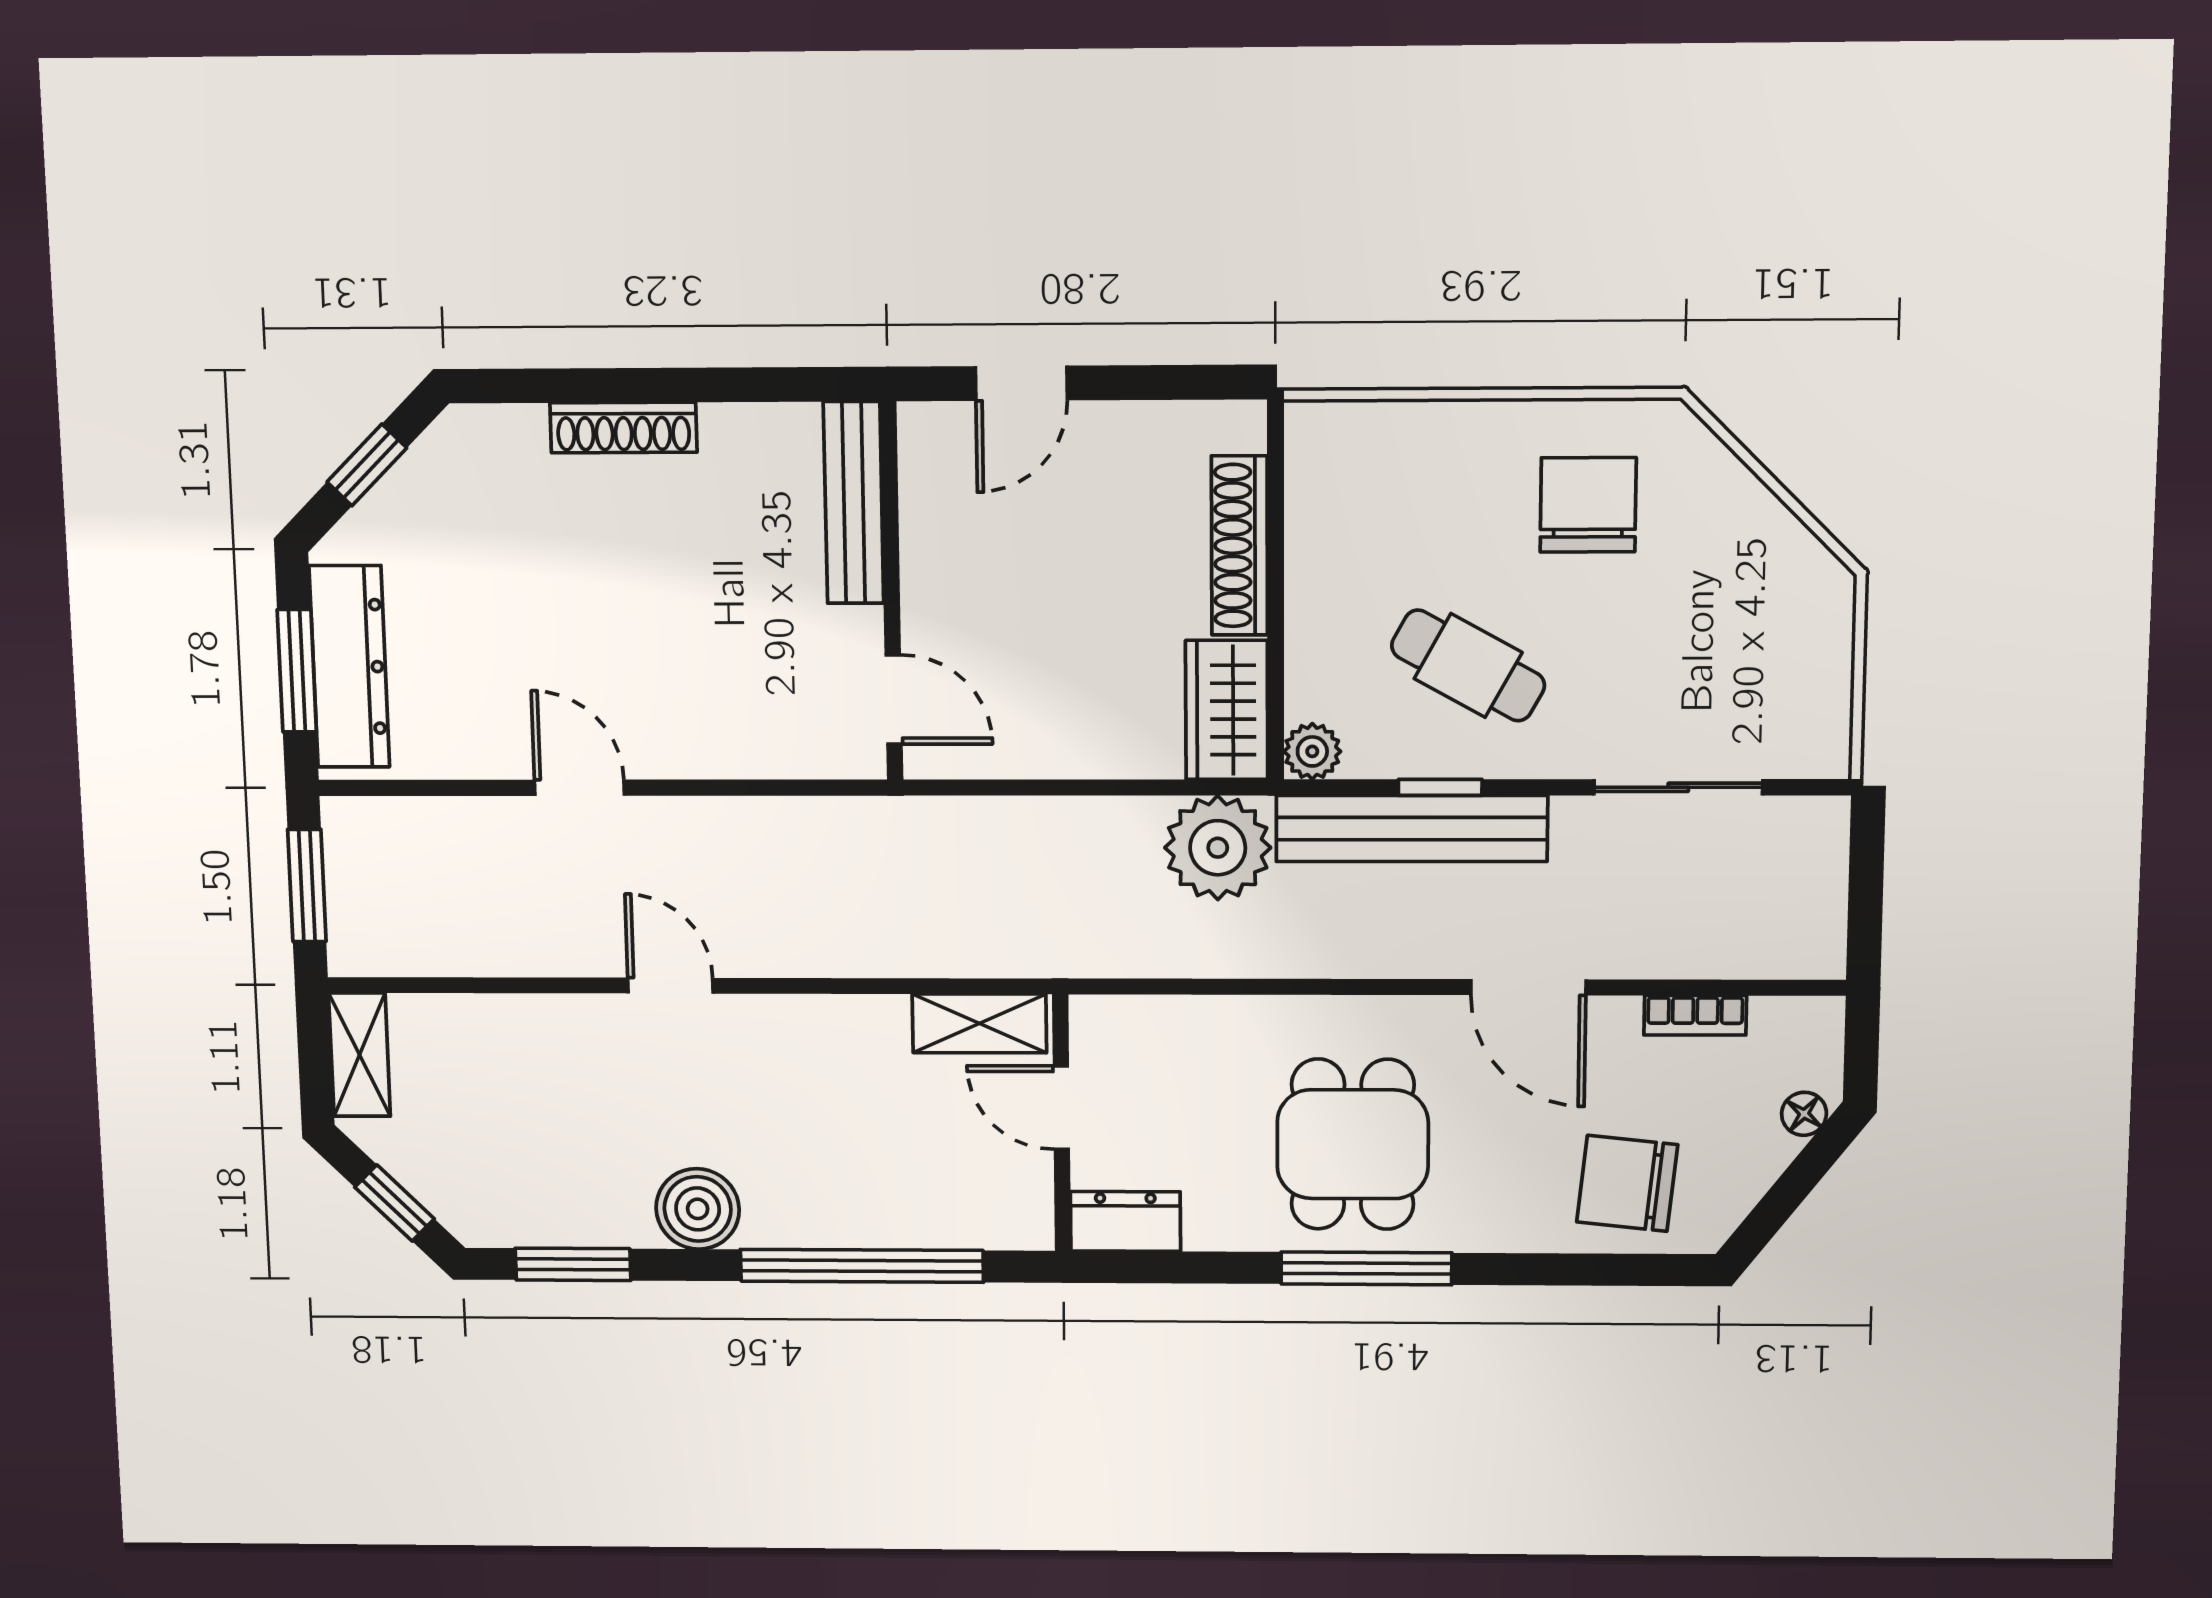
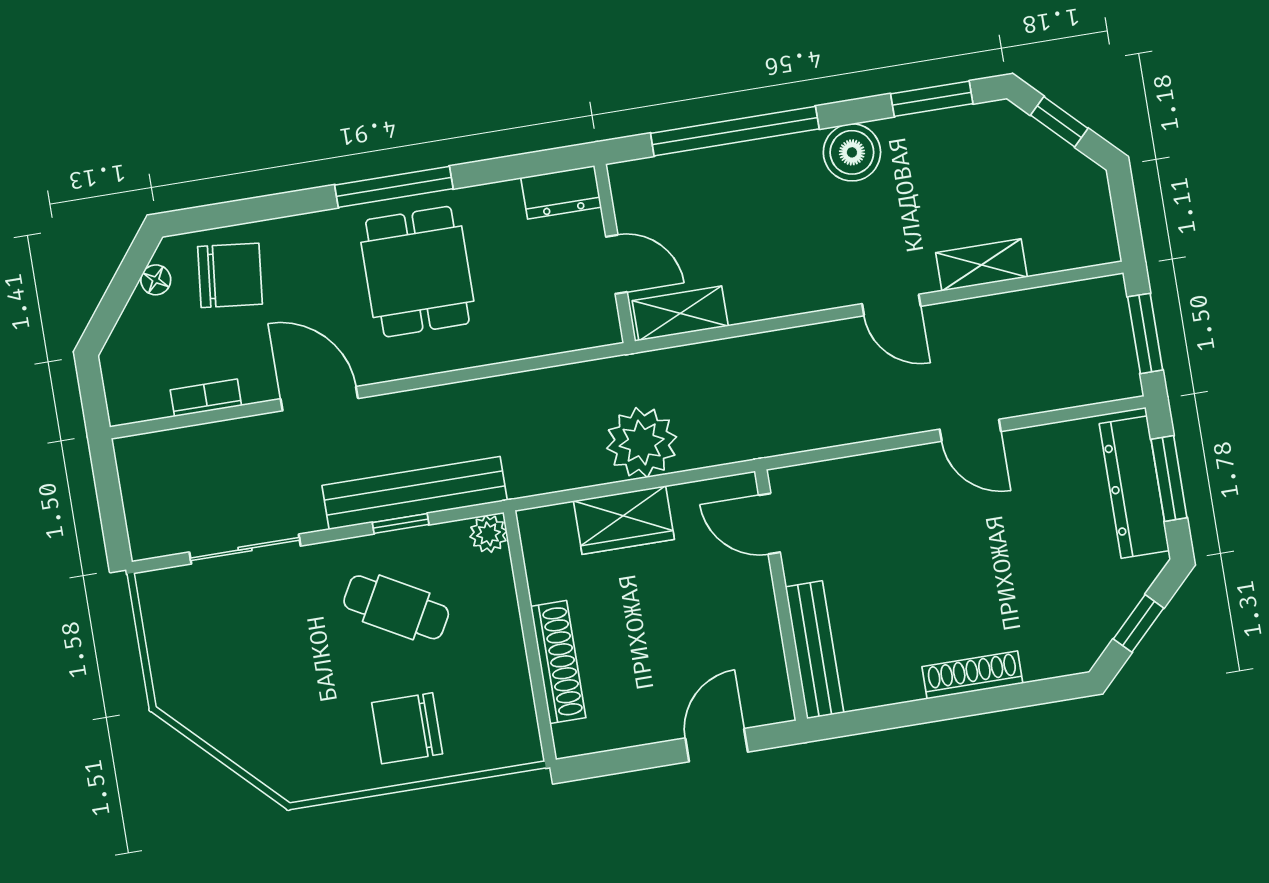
chair: (1588, 505) -> (407, 728), moved, turned 90
wardrobe: (1227, 710) -> (624, 520), moved, turned 90
plant: (1218, 848) -> (642, 443), moved
shelving: (360, 1055) -> (981, 265), moved, turned 90
floor lamp: (1804, 1114) -> (156, 280), moved

